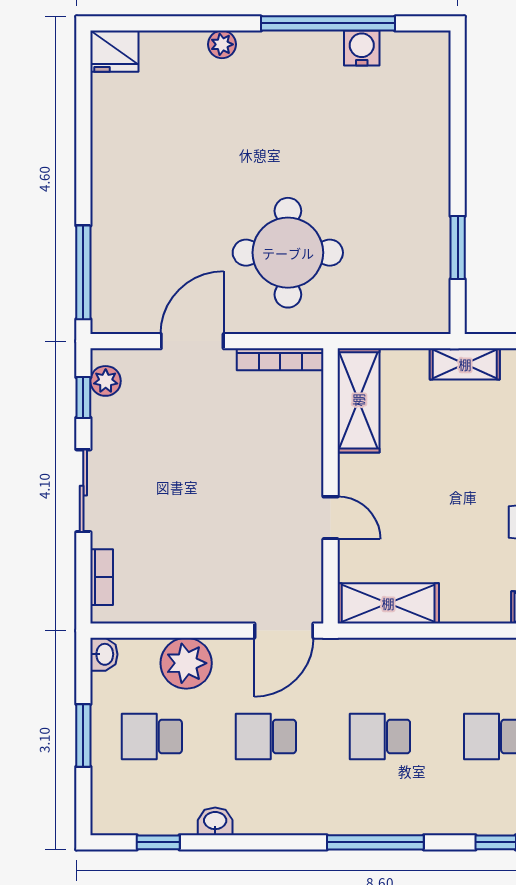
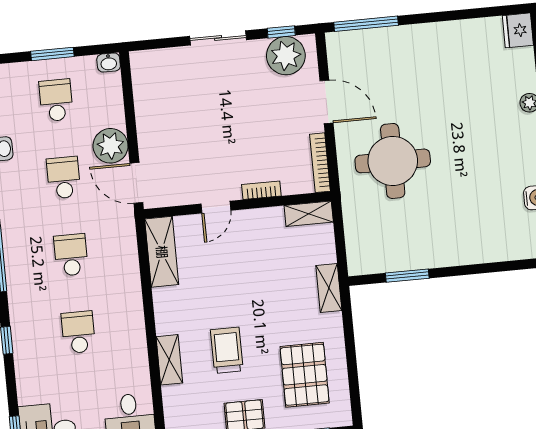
plant: (106, 381) -> (286, 56), width x1.88, depth x1.88
shelving: (358, 400) -> (309, 214), width x0.67, depth x0.75
bookcase: (102, 577) -> (261, 190), moved, turned 180
plant: (186, 663) -> (111, 146), moved

